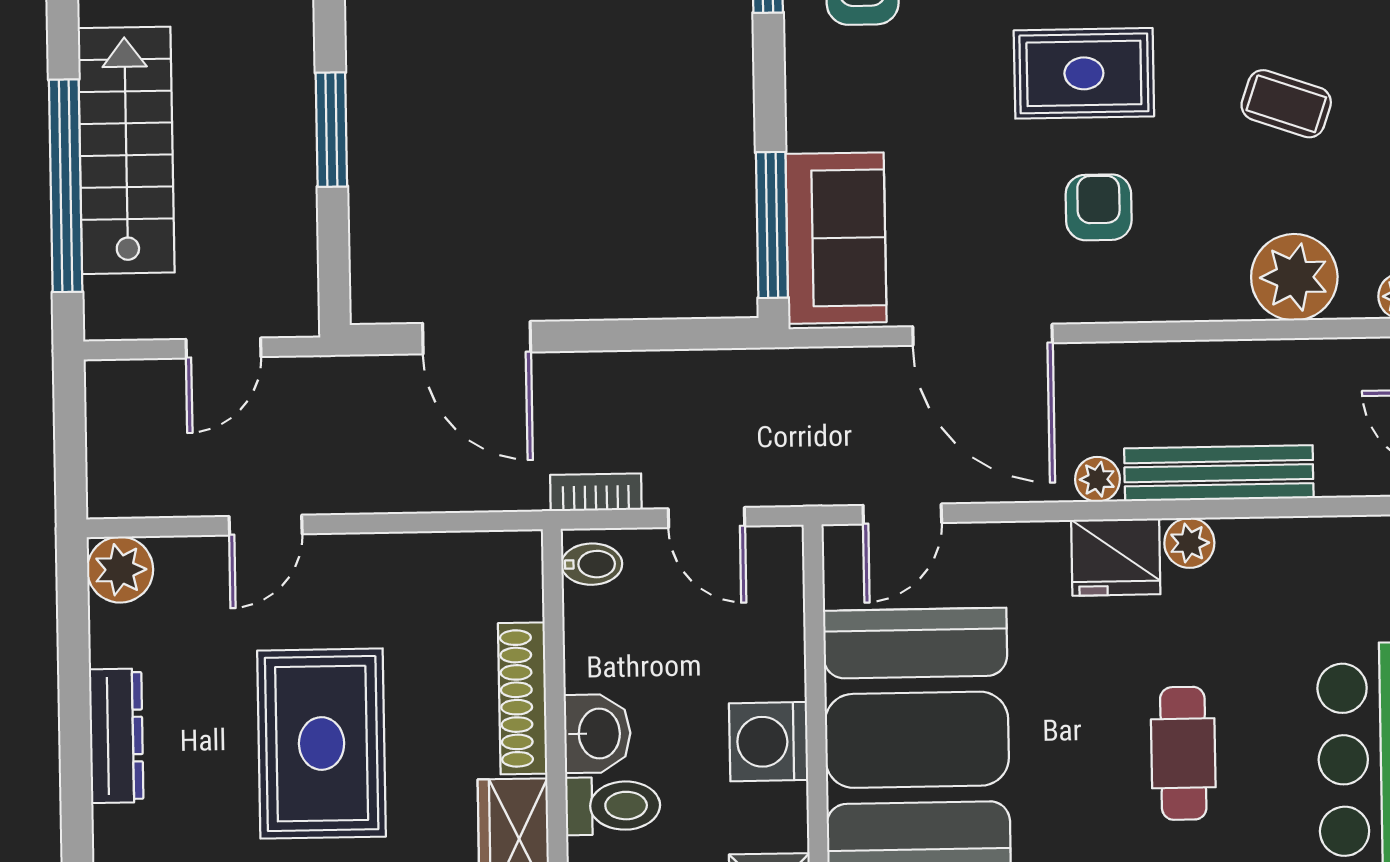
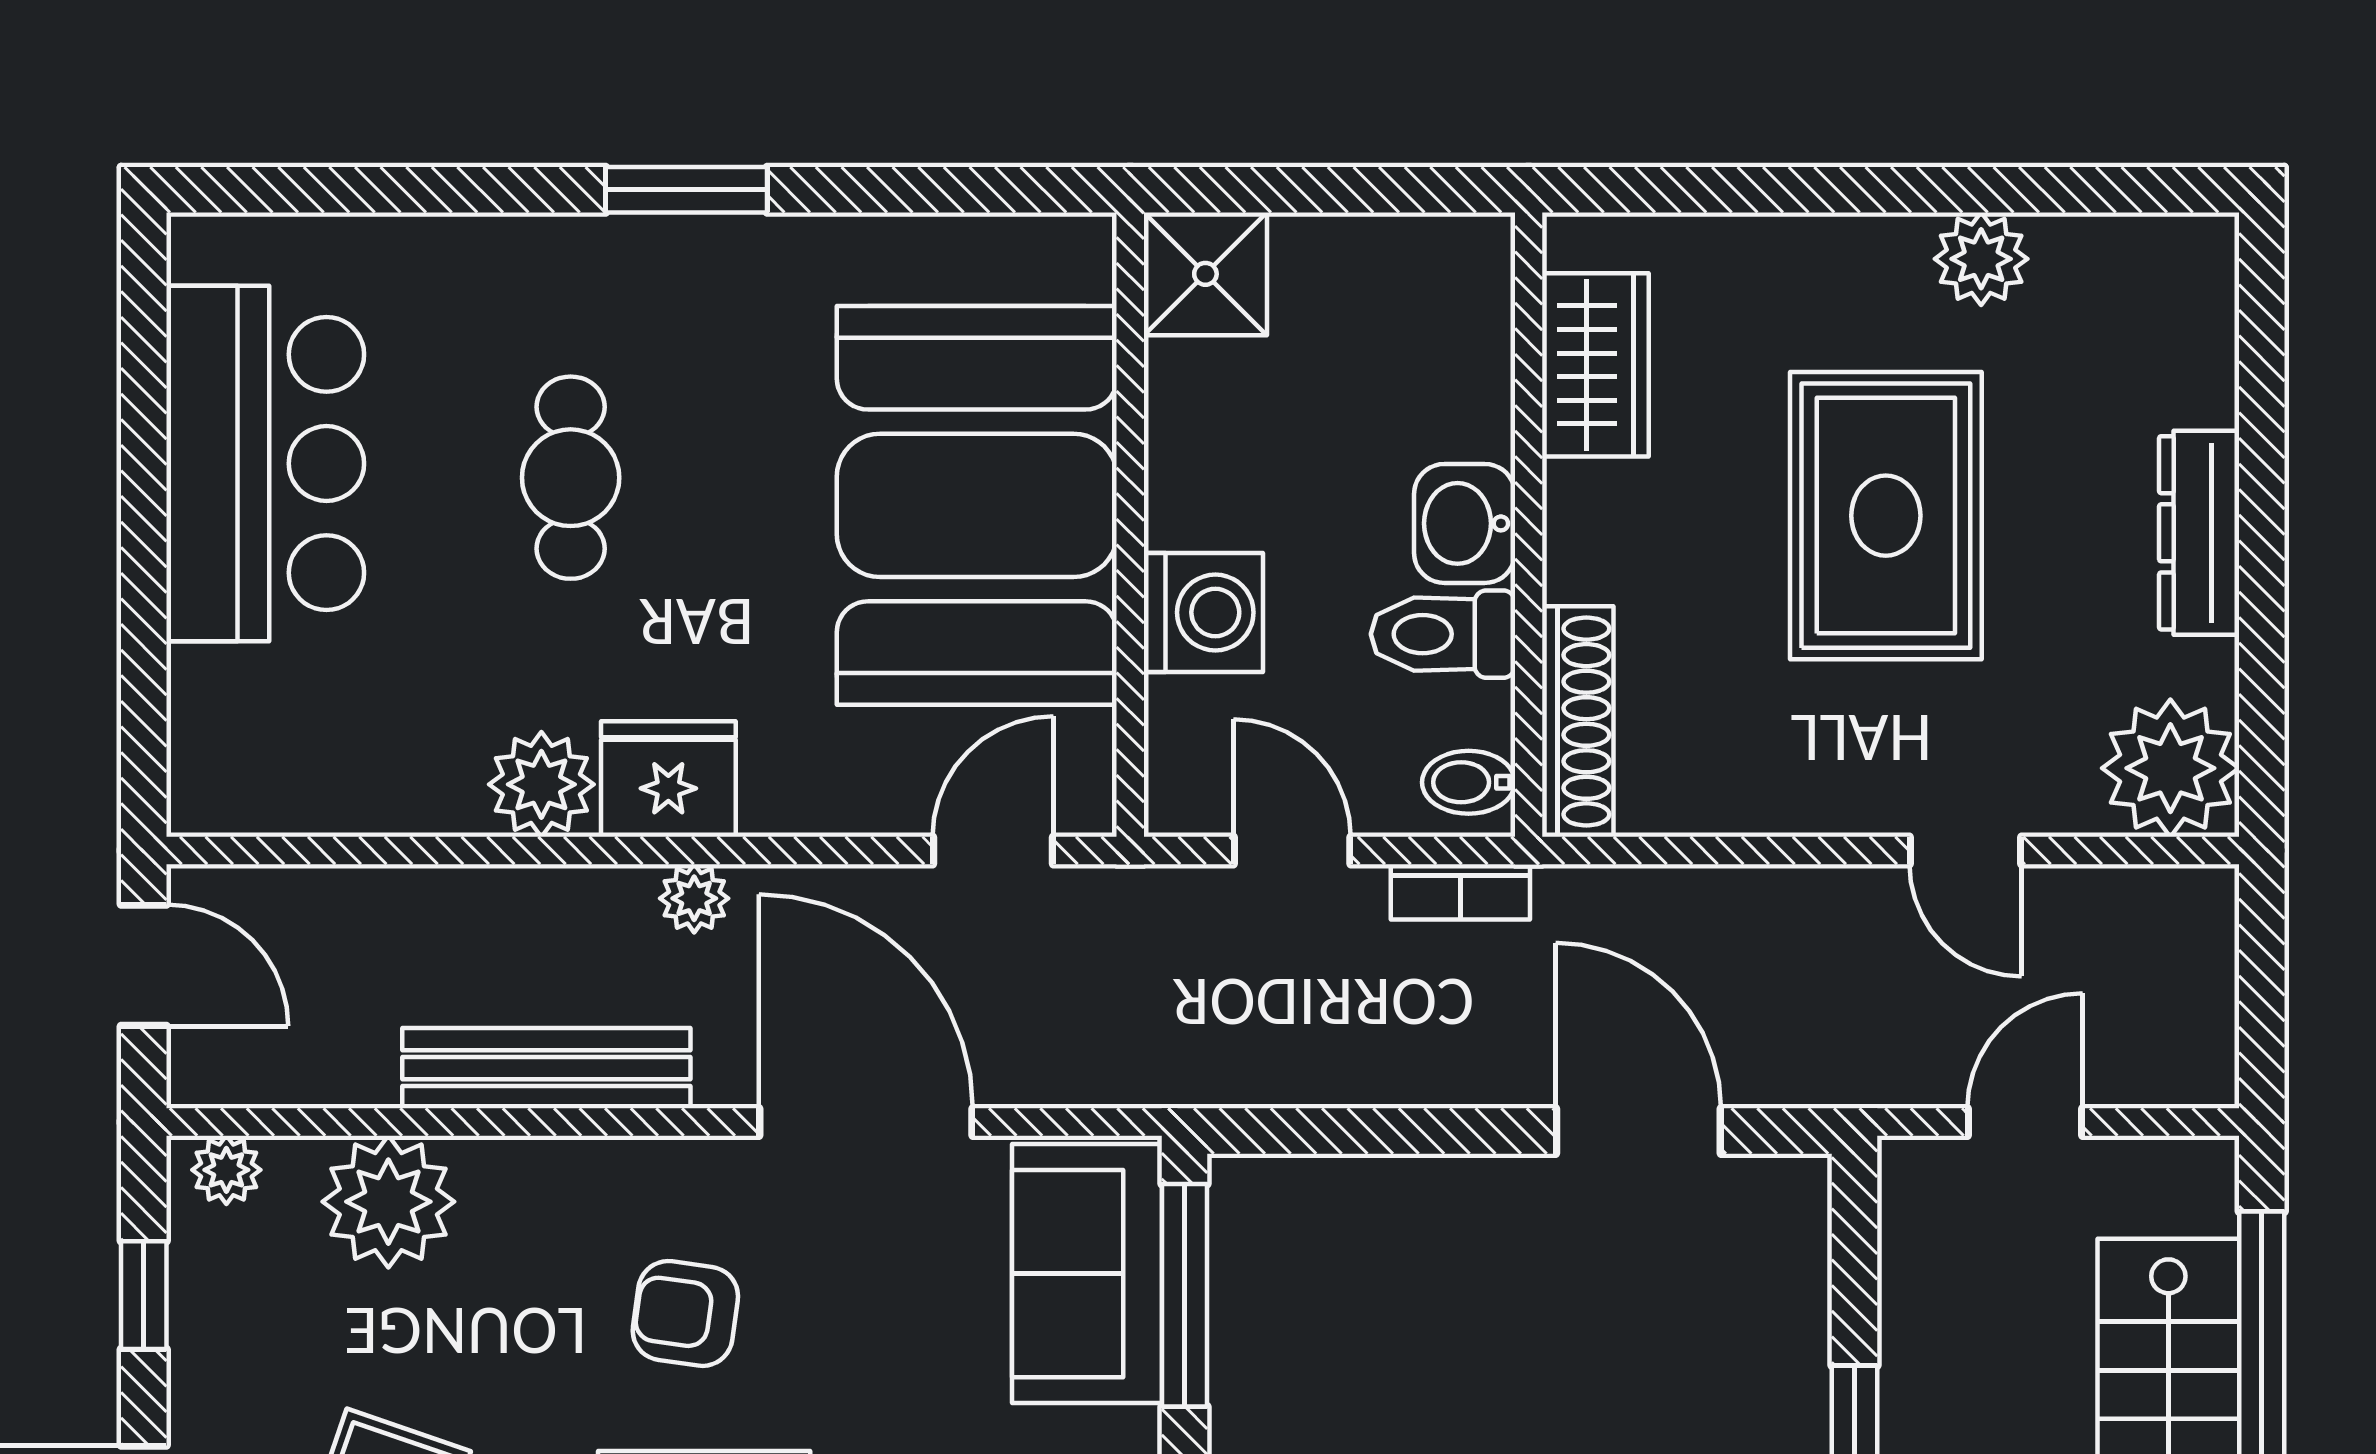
armchair: (1099, 207) -> (685, 1313), turned 98
bench: (1219, 473) -> (546, 1068), moved
door: (266, 525) -> (1965, 850), swing flipped
plant: (1189, 543) -> (541, 784), width x1.38, depth x1.38
plant: (120, 570) -> (2170, 768), width x1.36, depth x1.36
shoe rack: (523, 698) -> (1578, 721), moved
washing machine: (769, 742) -> (1203, 612), moved
toilet: (613, 806) -> (1443, 634), moved

